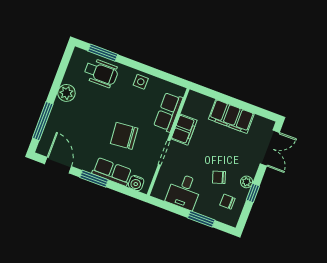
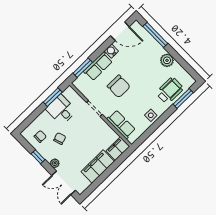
wheelchair: (101, 73) -> (170, 91), turned 180
filing cabinet: (184, 130) -> (118, 149), moved, turned 90
chair: (124, 136) -> (119, 86), turned 95
window: (94, 179) -> (83, 68), moved
plant: (247, 182) -> (55, 163), moved
water cooler: (136, 183) -> (111, 51), moved
window: (201, 219) -> (53, 97), moved

